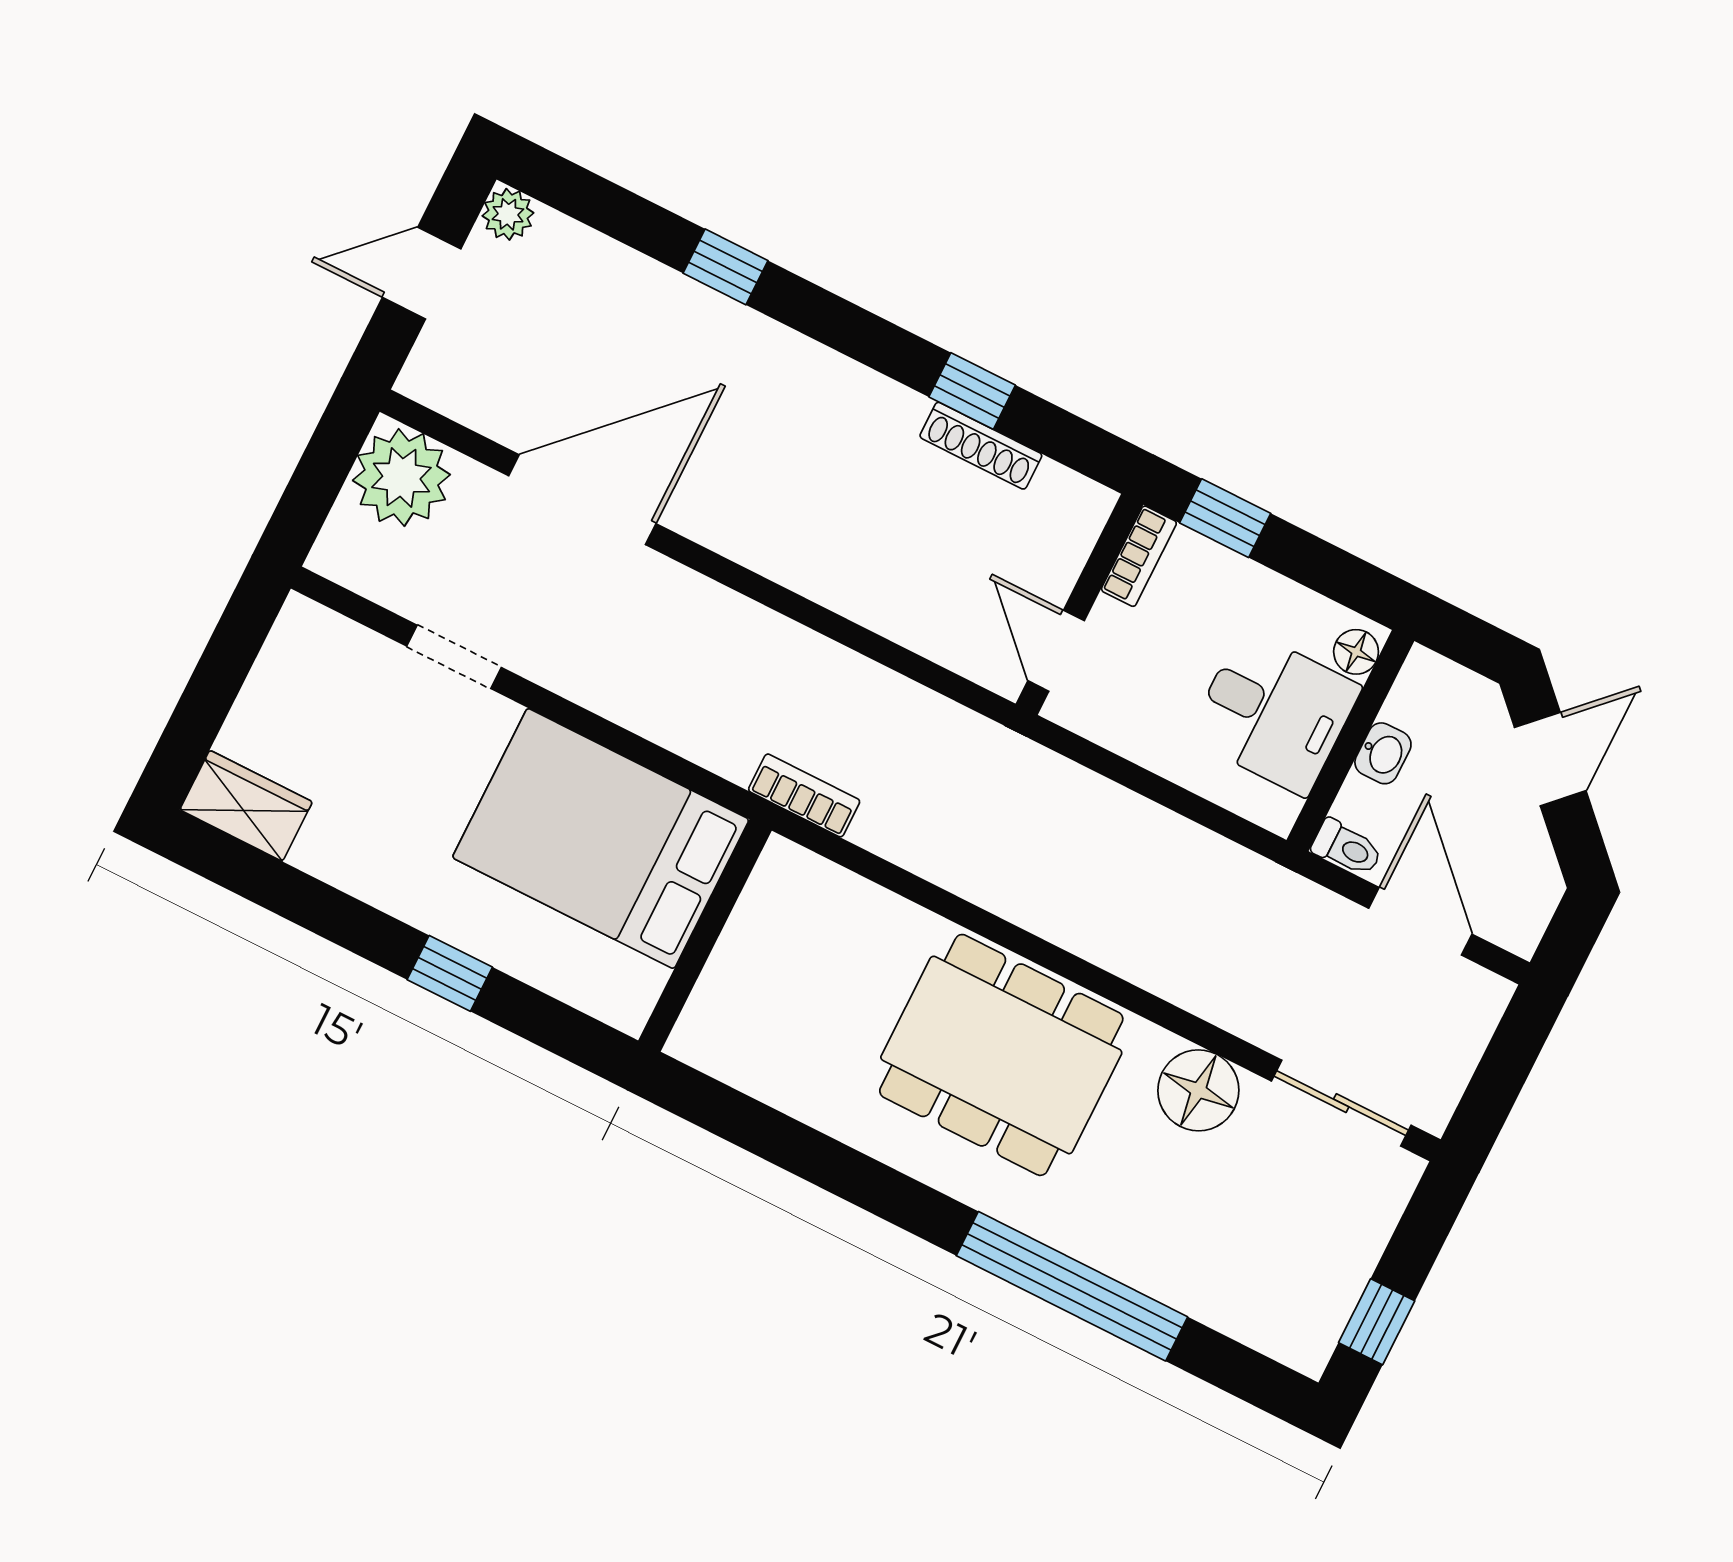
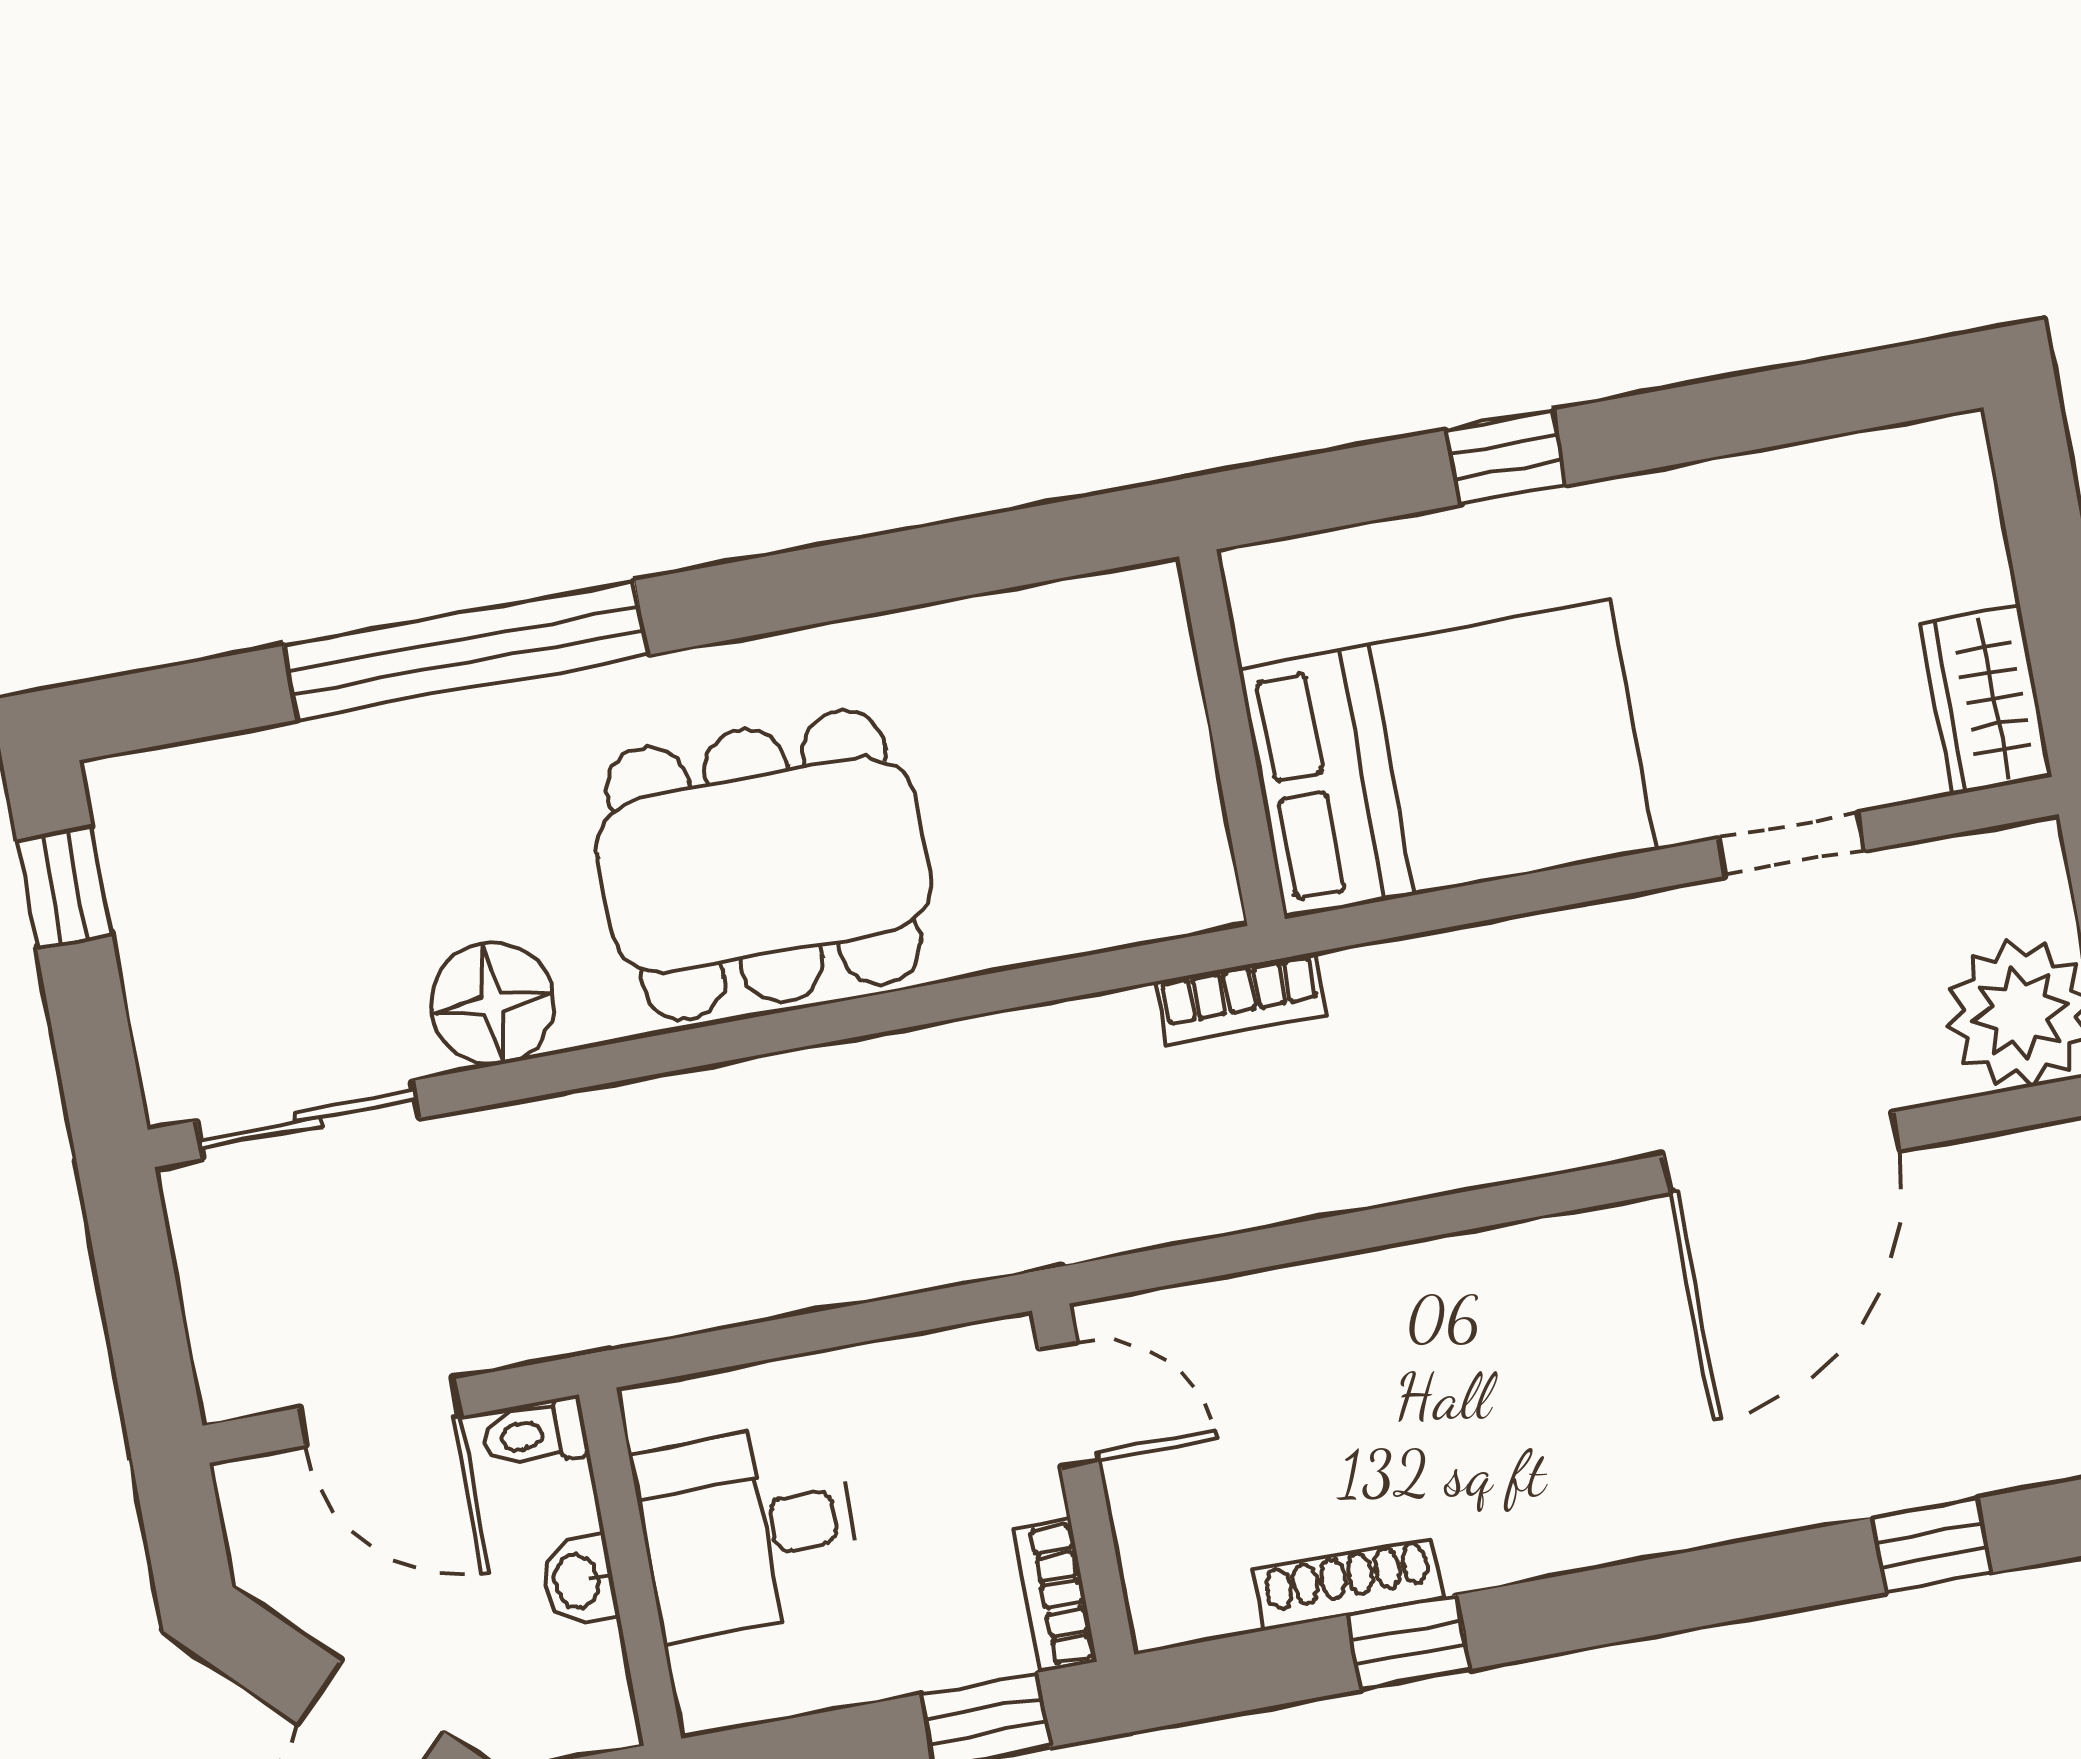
window: (725, 267) -> (1931, 1545), moved
floor lamp: (1356, 652) -> (705, 1679), removed
wardrobe: (246, 806) -> (1986, 700), moved, turned 90

